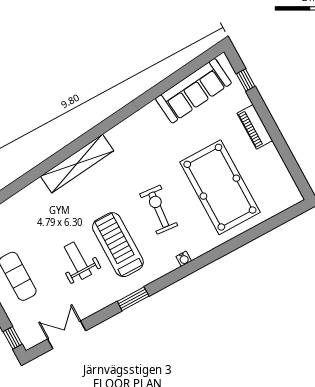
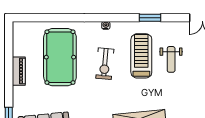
piano: (255, 127) -> (19, 71), moved
treadmill: (118, 245) -> (141, 56), turned 180

